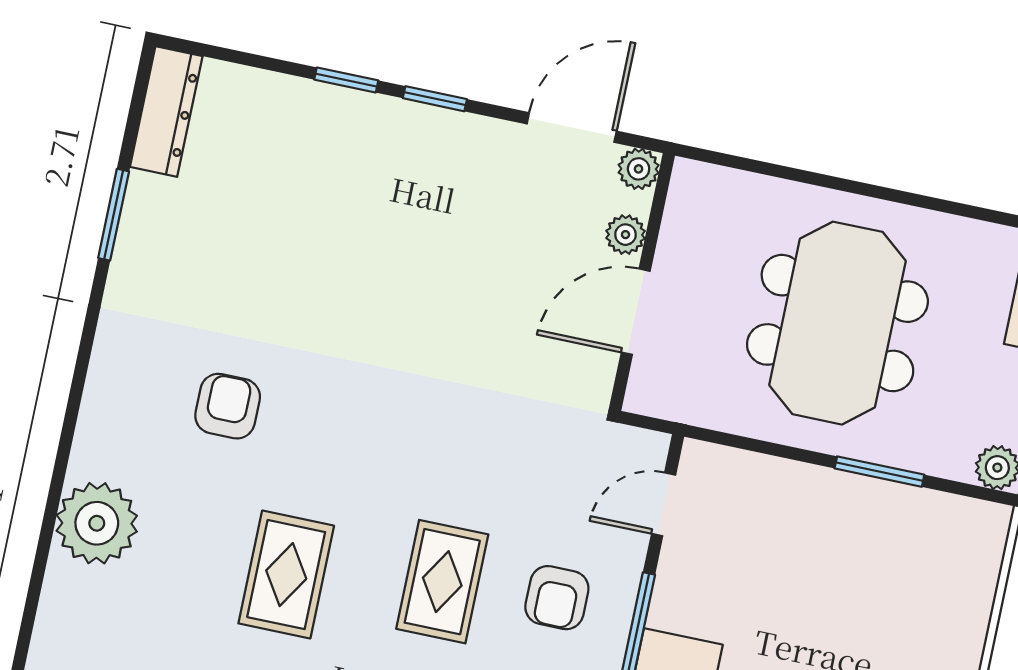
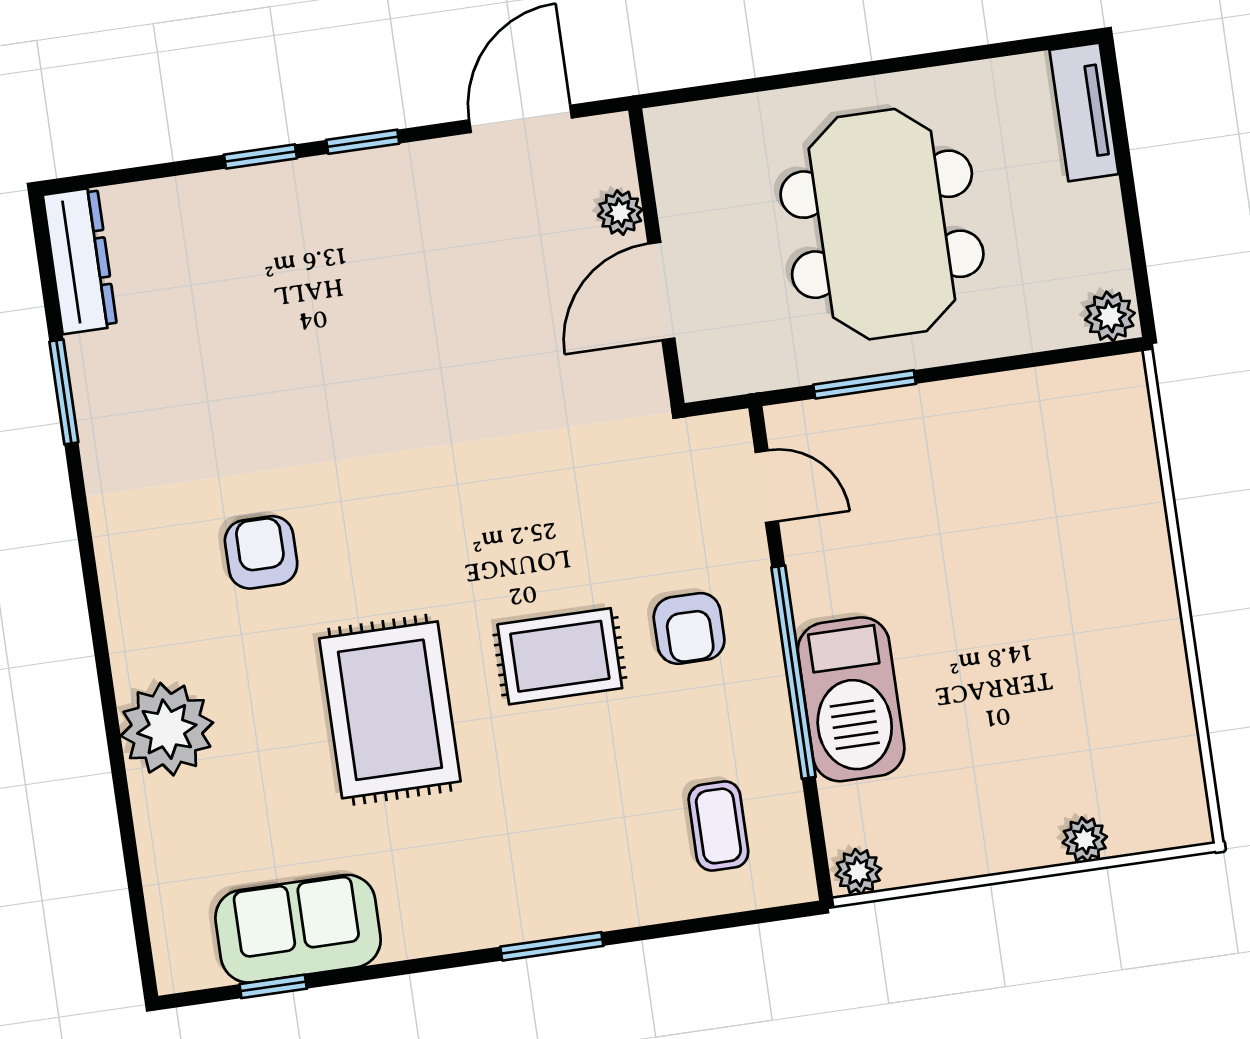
plant: (639, 169) -> (608, 137), removed
window: (879, 472) -> (865, 384), moved
door: (664, 504) -> (767, 487), swing flipped
rug: (286, 575) -> (390, 710), width x1.36, depth x1.43
rug: (442, 582) -> (560, 656), turned 90

